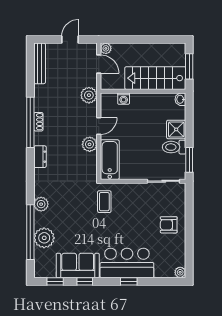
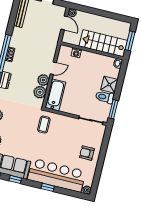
plant: (89, 95) -> (40, 92), moved
bar counter: (127, 263) -> (57, 175), width x1.36

